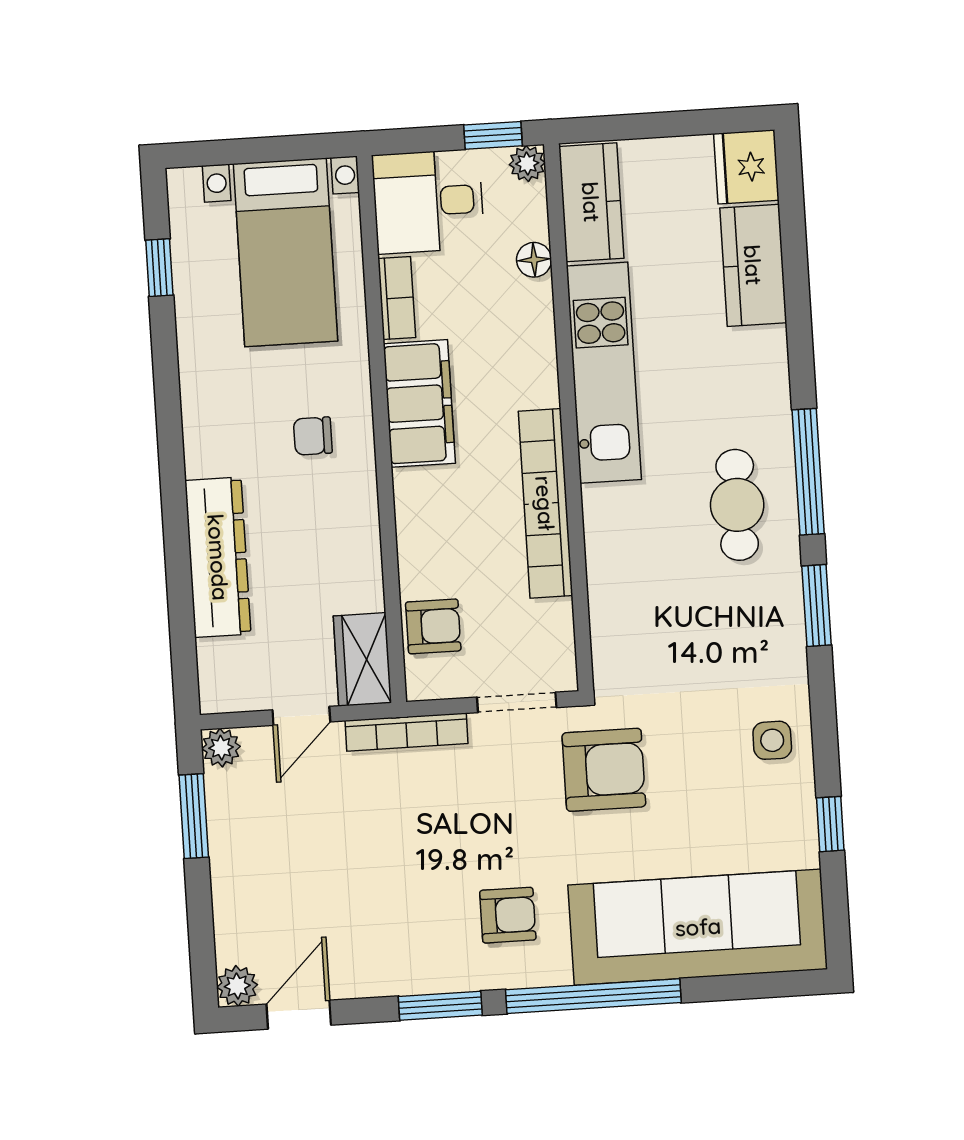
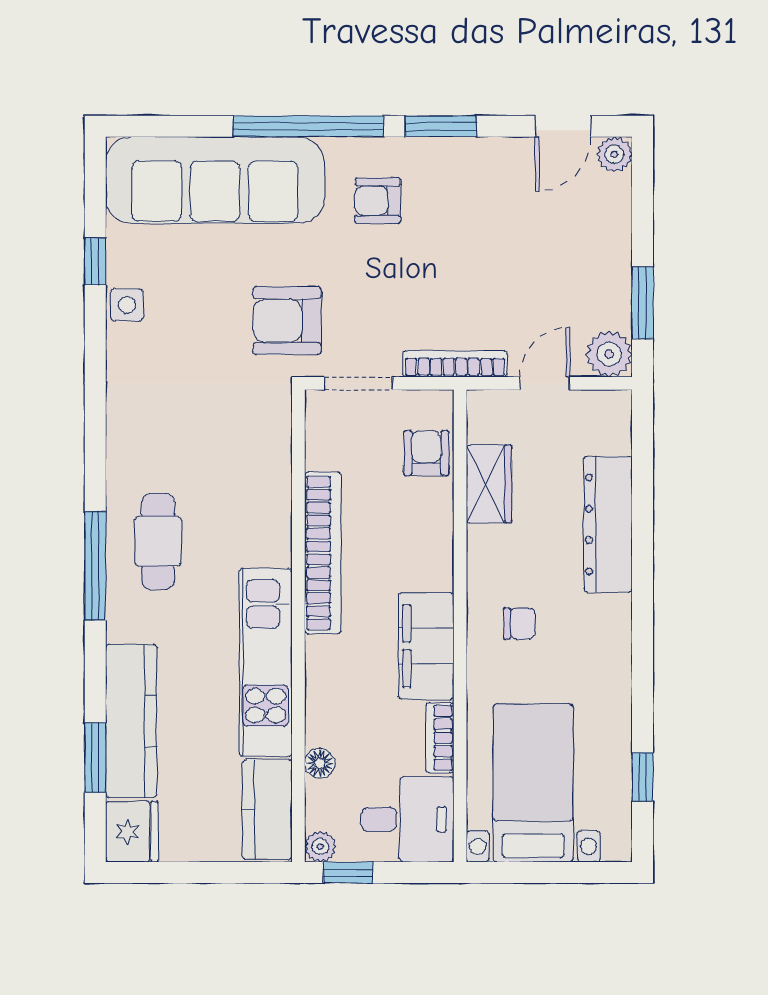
kitchen counter: (753, 265) -> (131, 721), width x1.50
window: (817, 605) -> (95, 758), moved
armchair: (433, 626) -> (426, 453), turned 90
wardrobe: (362, 659) -> (489, 484), moved
side table: (772, 740) -> (127, 305), moved
plant: (221, 748) -> (609, 354), width x1.38, depth x1.38

